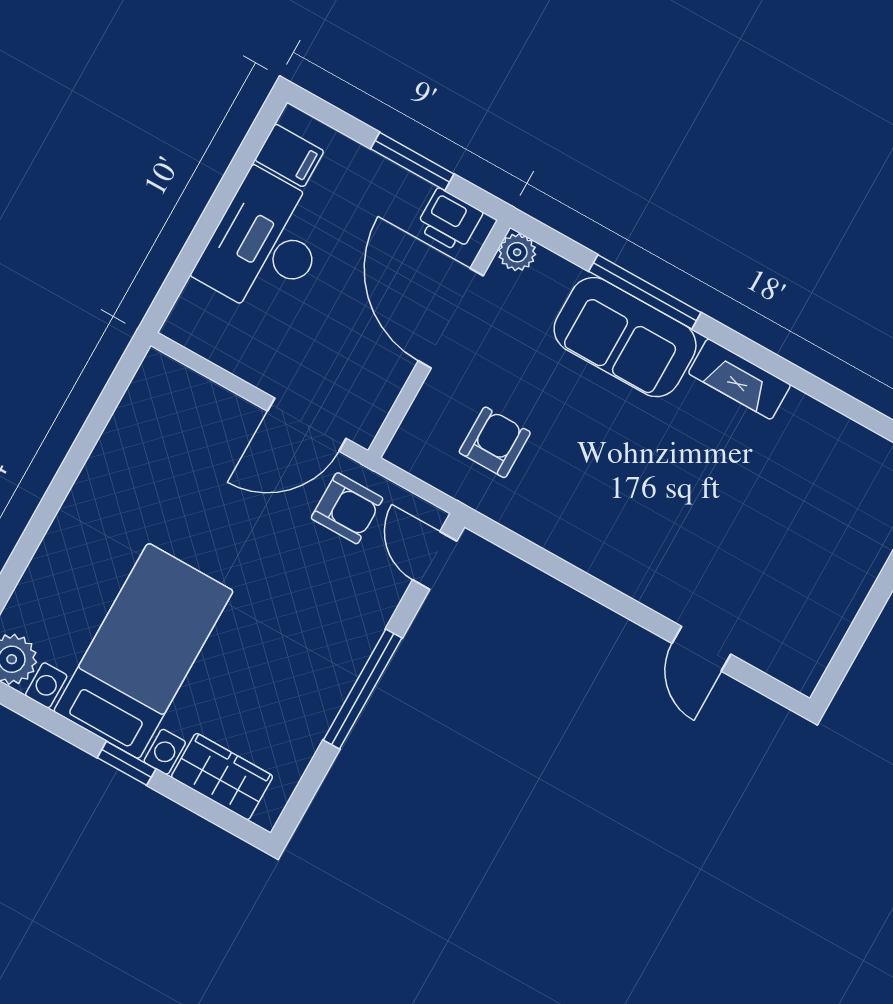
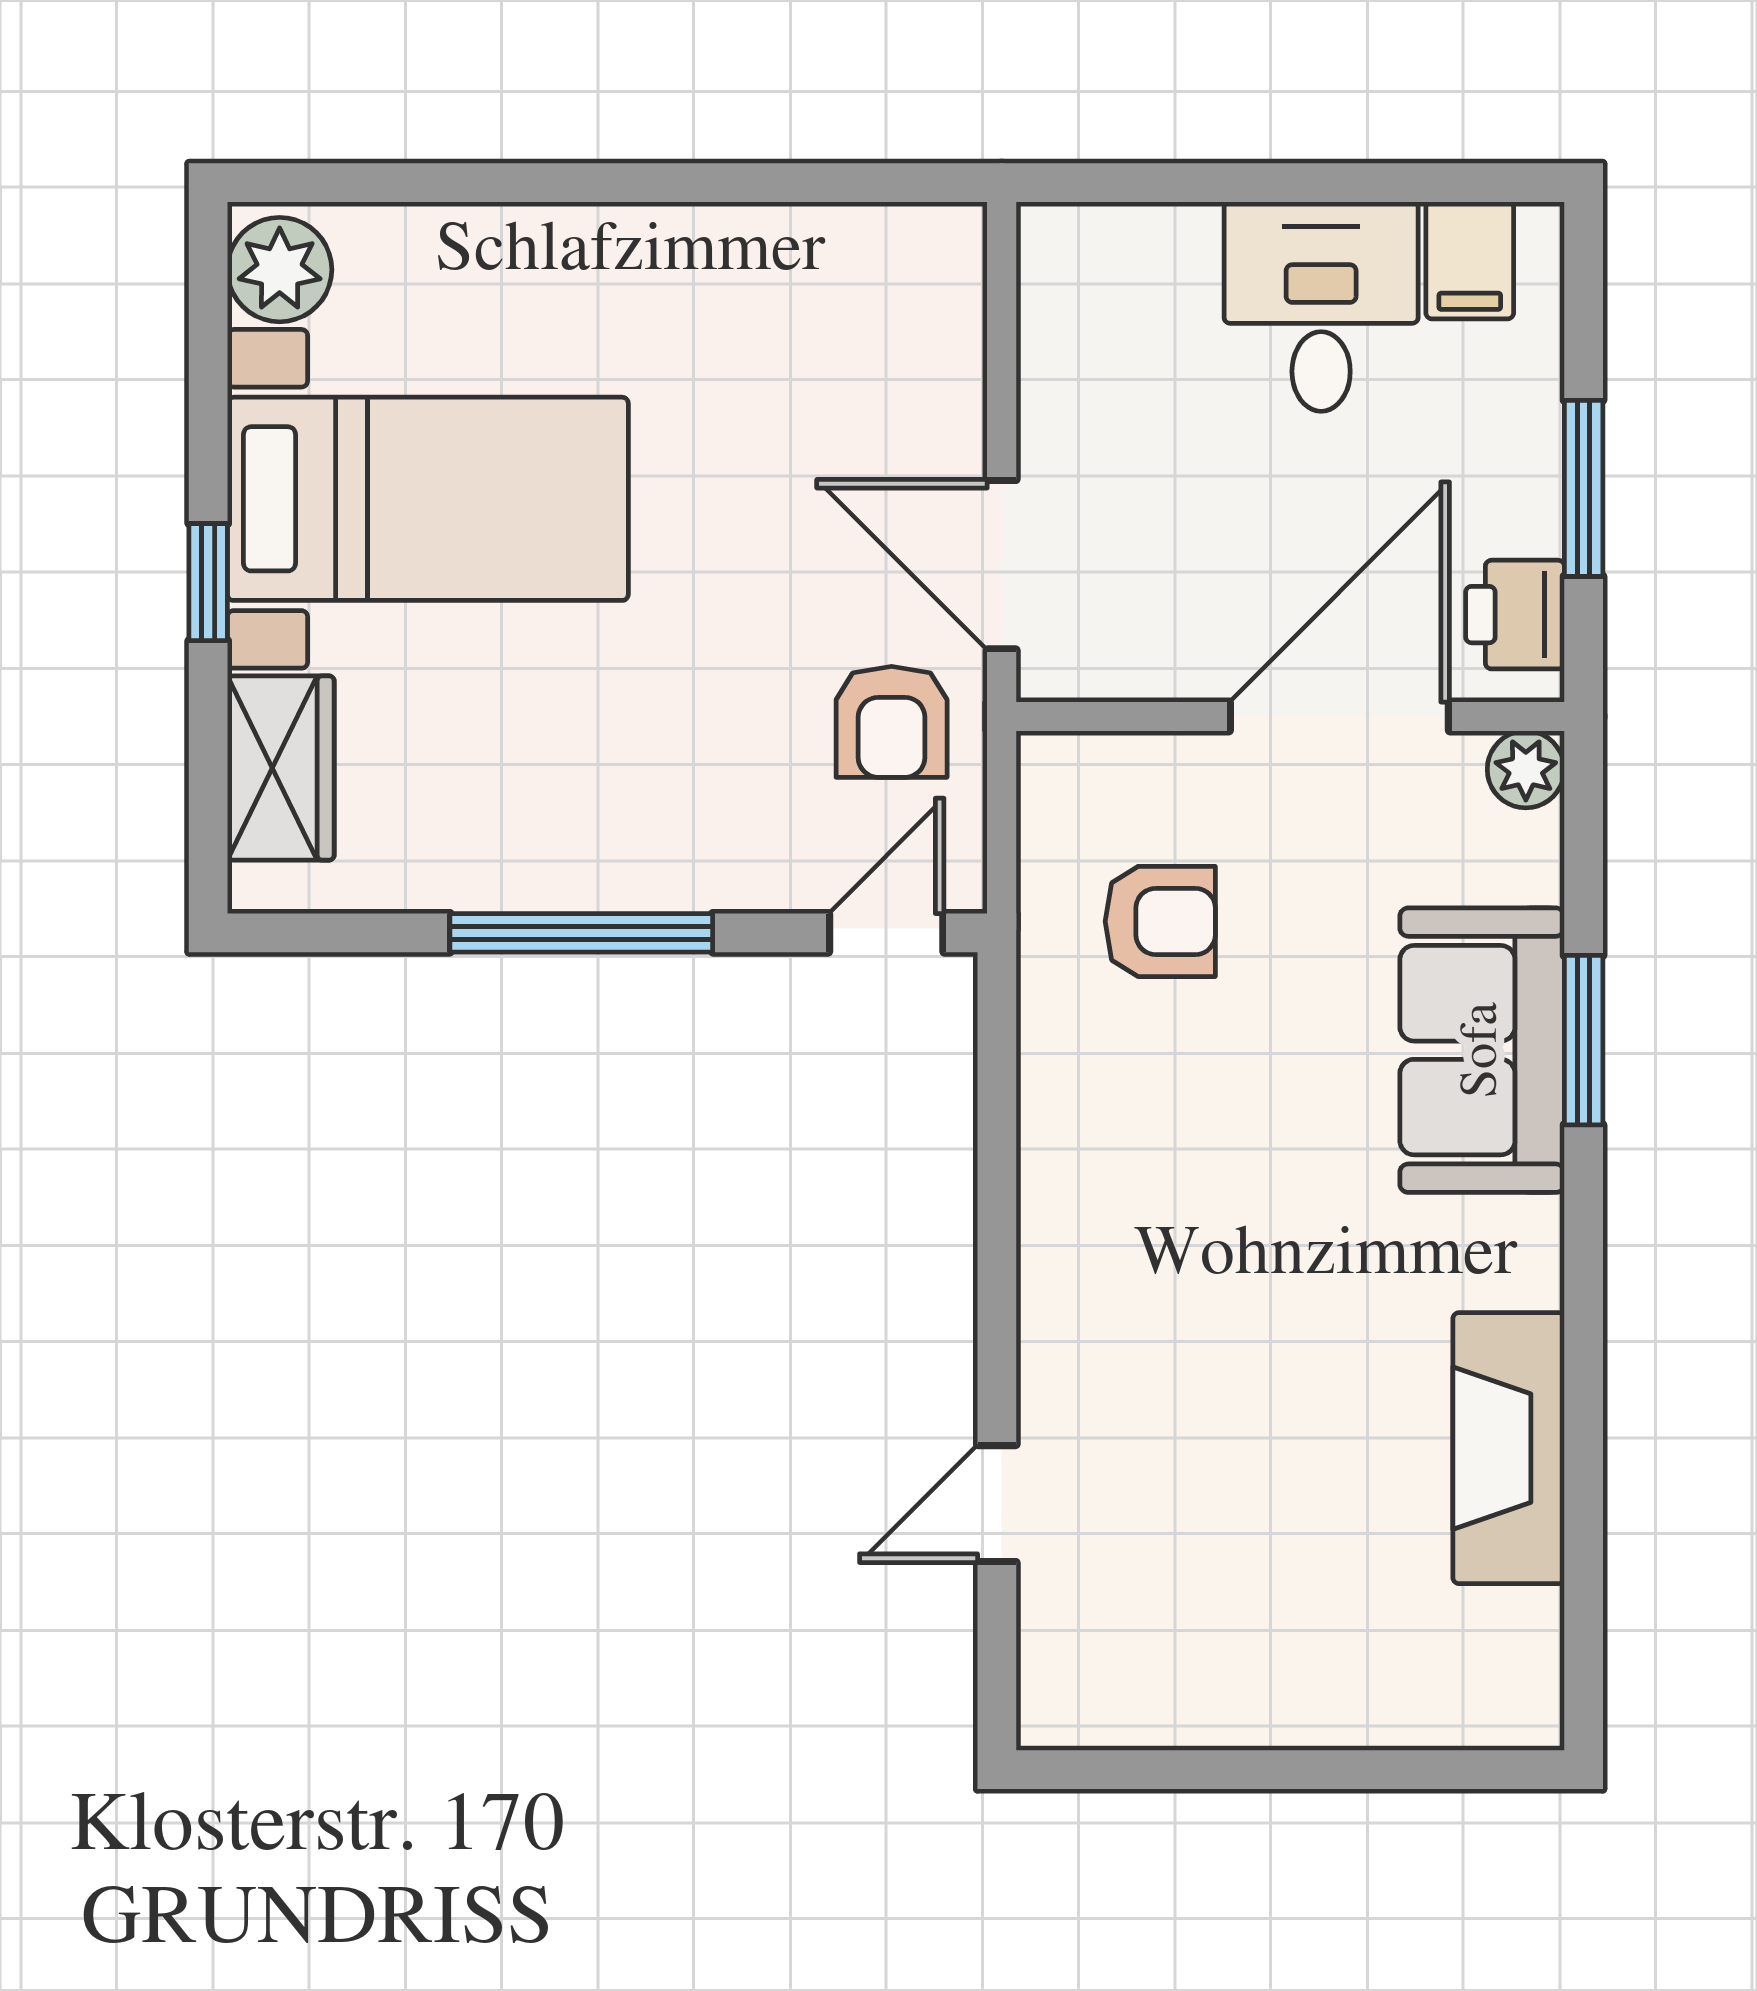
desk: (265, 244) -> (1321, 307), width x0.73
window: (645, 292) -> (1584, 1040), width x0.69
fireplace: (739, 379) -> (1509, 1448), moved, width x1.37, depth x1.32

